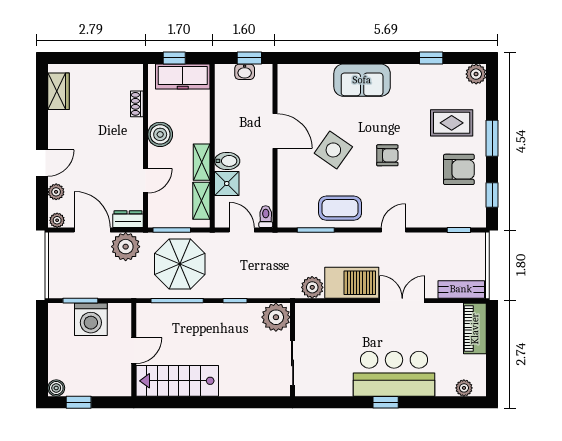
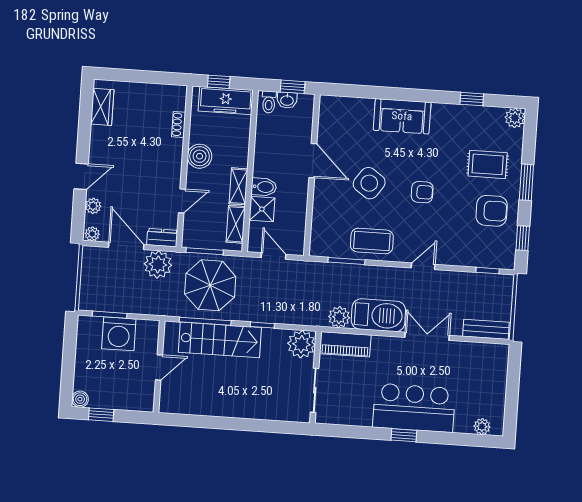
toilet: (266, 217) -> (269, 102), moved, turned 180
piano: (475, 329) -> (345, 344), moved, turned -90
stairs: (177, 381) -> (220, 340), moved, turned 180

